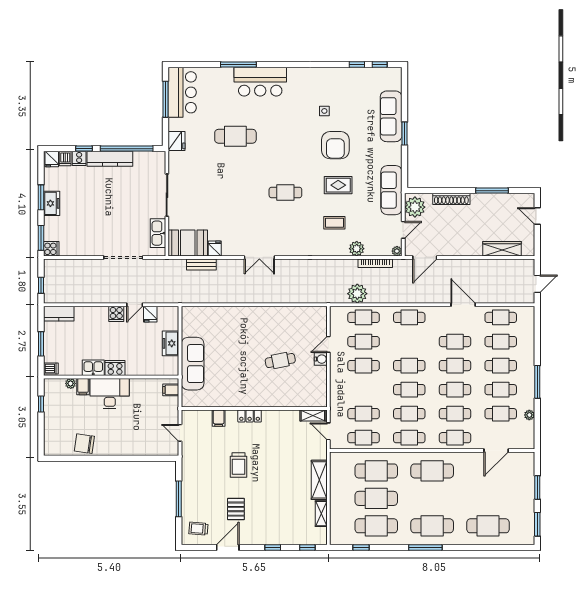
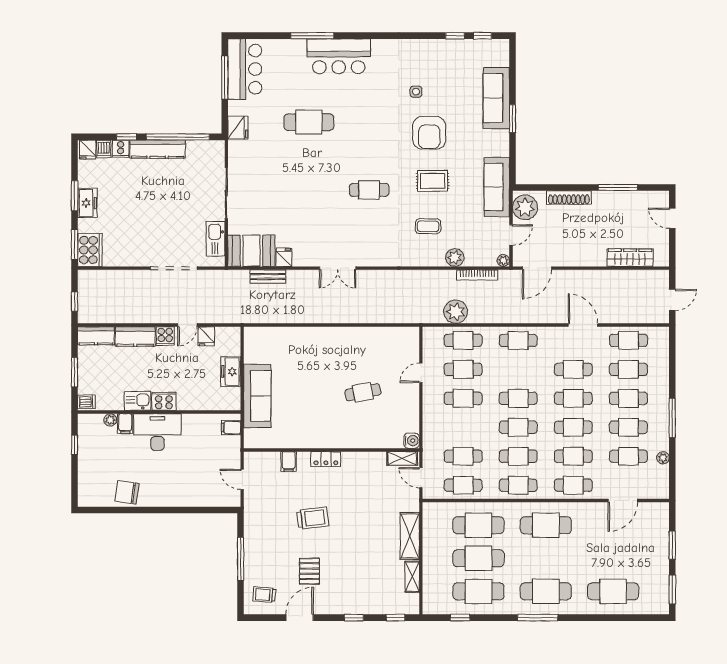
cooker: (51, 249) -> (90, 250), width x1.87, depth x1.31
kitchen counter: (91, 314) -> (135, 337), added
water cooler: (321, 359) -> (412, 441), moved
trolley: (239, 465) -> (313, 518), turned -97

